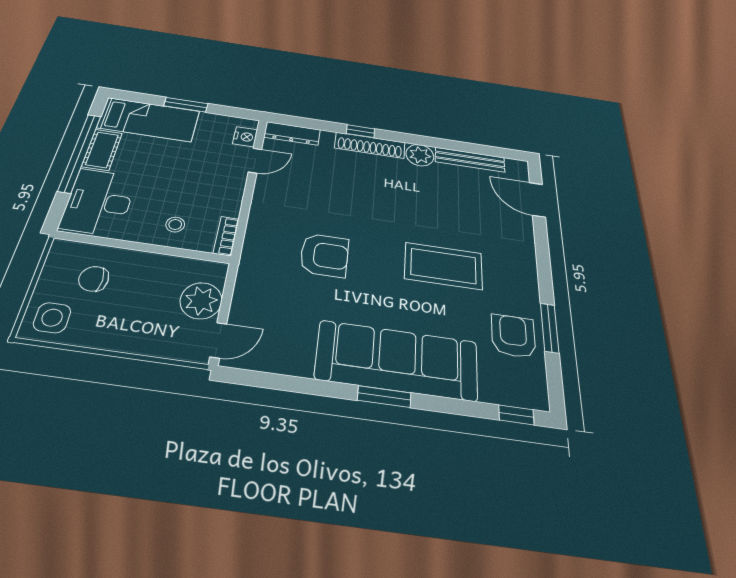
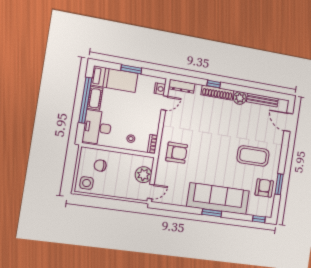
armchair: (324, 255) -> (177, 153), moved
coffee table: (443, 266) -> (253, 156), moved

